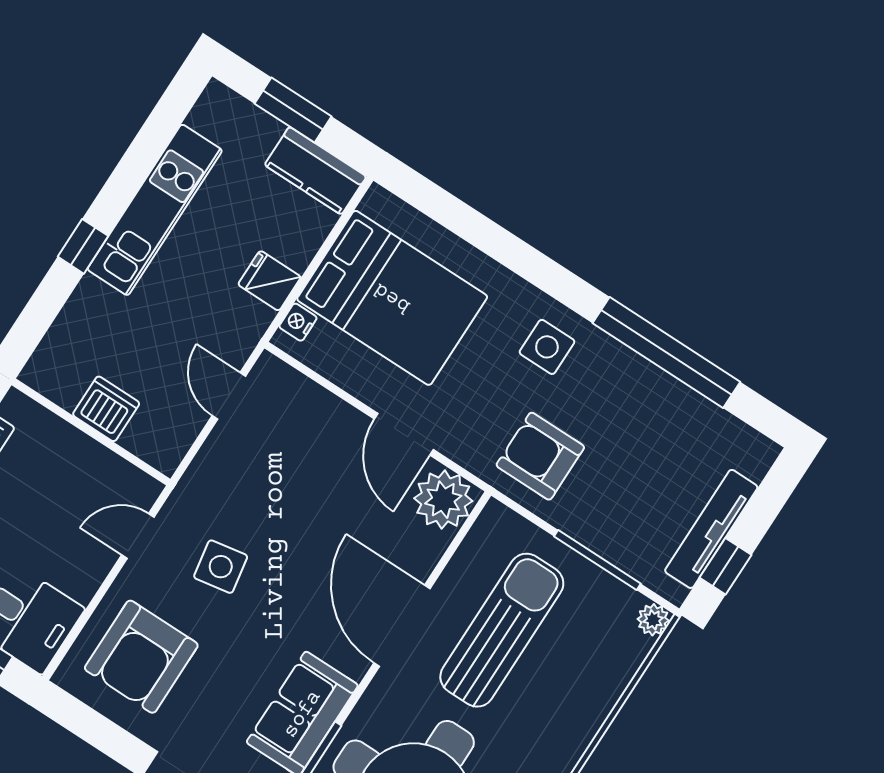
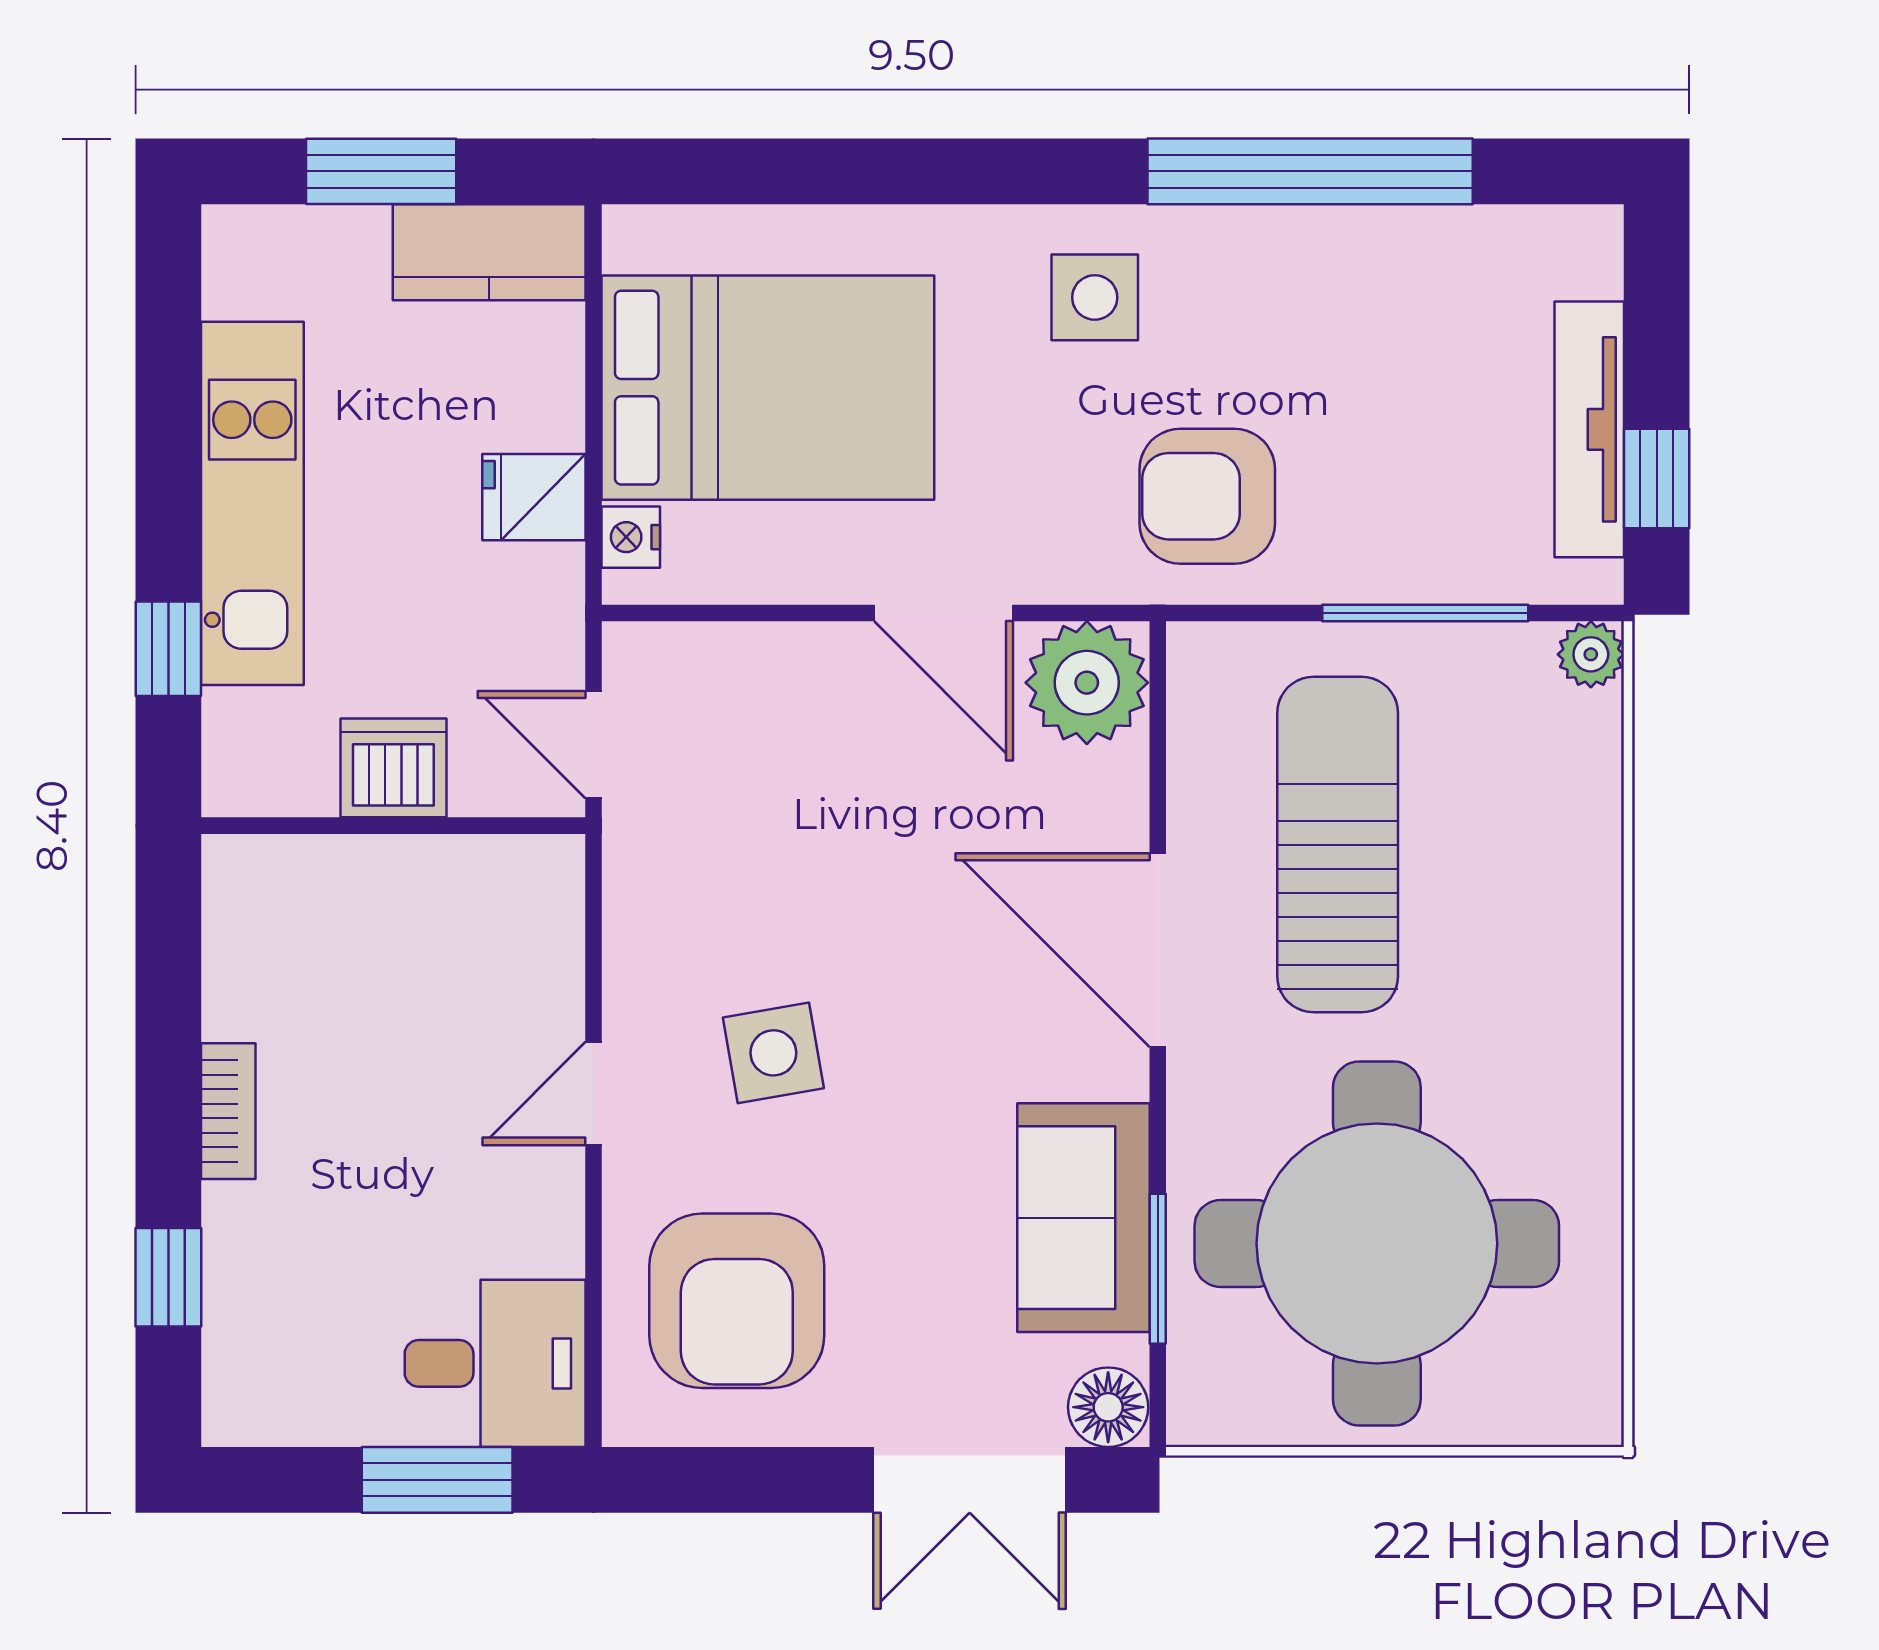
dishwasher: (106, 409) -> (393, 768), moved
wall: (91, 432) -> (393, 826), moved

